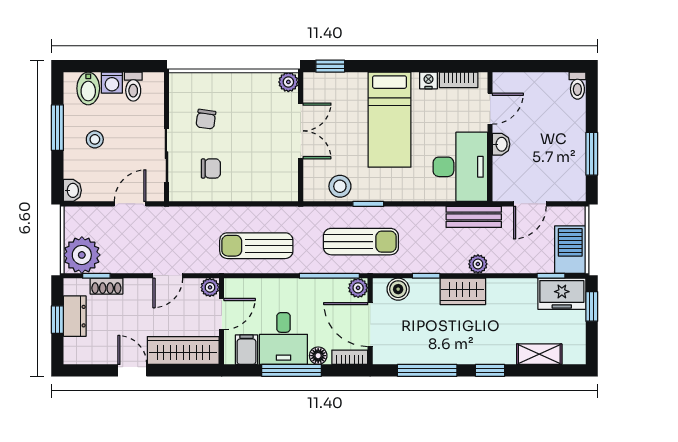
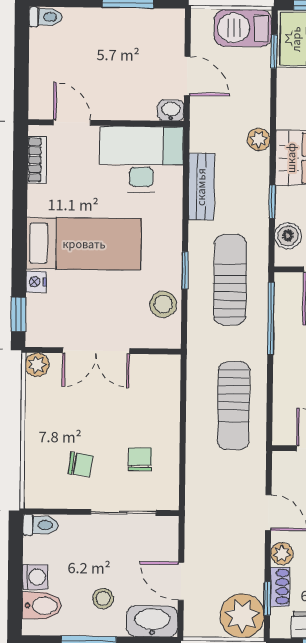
nightstand: (429, 80) -> (36, 282), moved
toilet: (133, 87) -> (41, 525), moved
double door: (301, 131) -> (96, 351), swing flipped
washbasin: (501, 144) -> (171, 110), moved
washbasin: (72, 190) -> (152, 621), width x1.91, depth x1.45
door: (130, 204) -> (181, 581), moved
bench: (474, 217) -> (201, 187), moved
plant: (210, 287) -> (282, 554), moved
plant: (358, 288) -> (286, 284), removed

